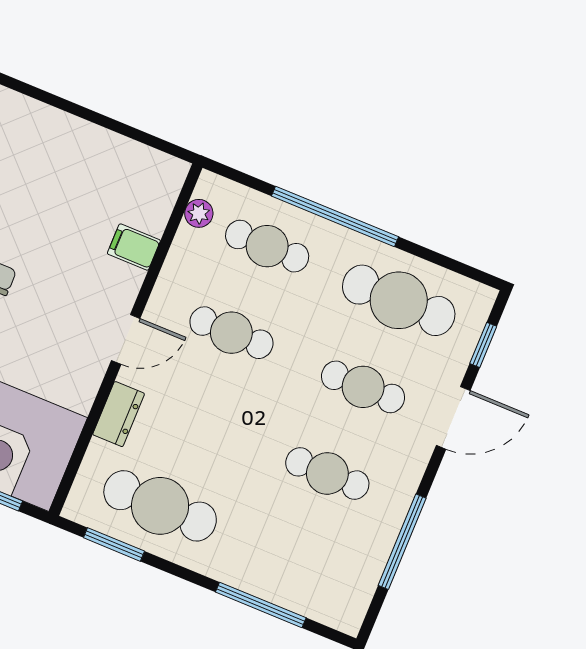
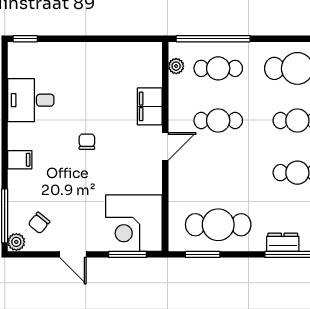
window: (335, 216) -> (213, 39), moved
filing cabinet: (134, 247) -> (150, 106), width x2.00
dresser: (119, 414) -> (283, 242), moved, turned -90

